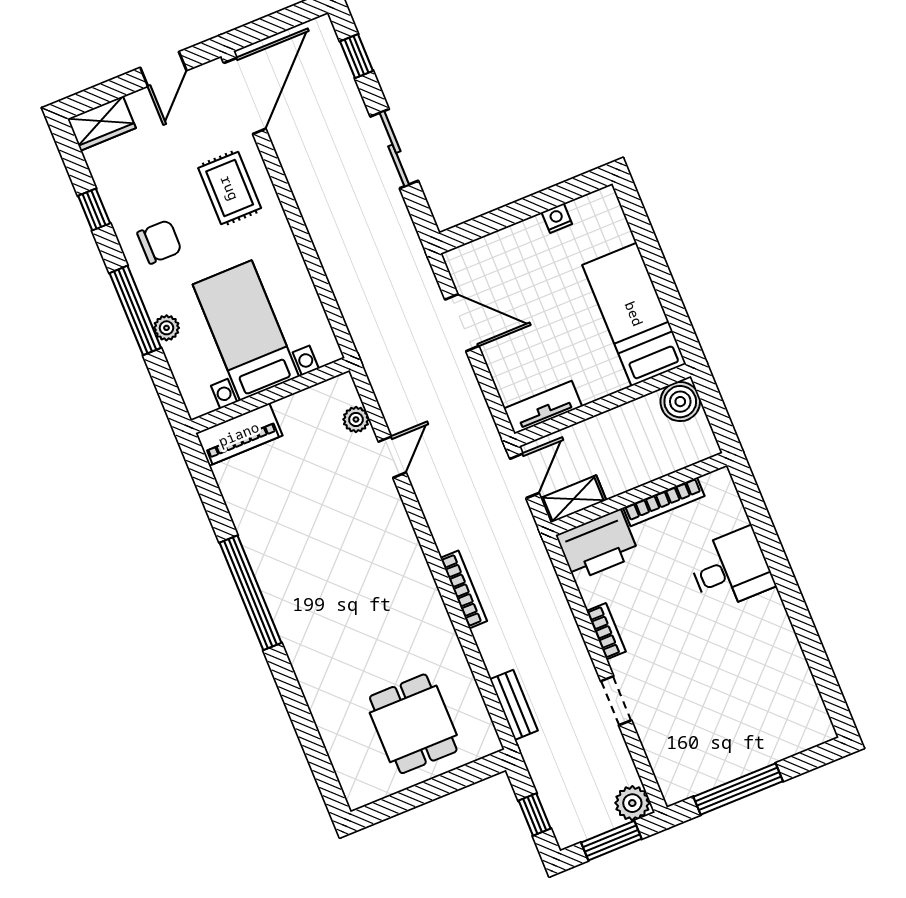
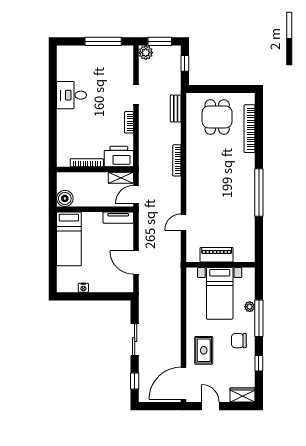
door: (163, 69) -> (210, 406), hinge flipped
plant: (356, 419) -> (192, 242), removed
piano: (239, 434) -> (217, 255), moved
desk: (731, 569) -> (72, 95), moved
bookcase: (330, 727) -> (249, 129), added

